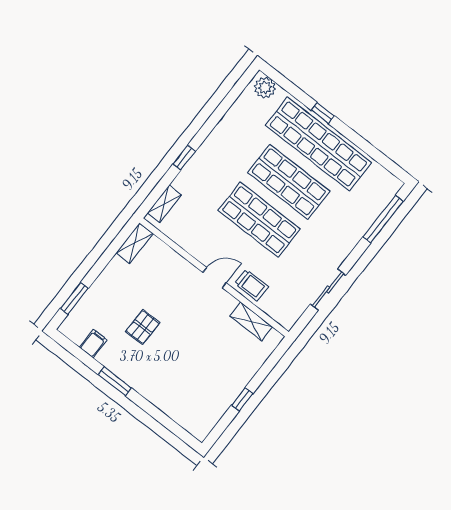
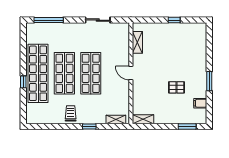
plant: (265, 88) -> (32, 115), removed
trolley: (252, 285) -> (71, 113), moved

